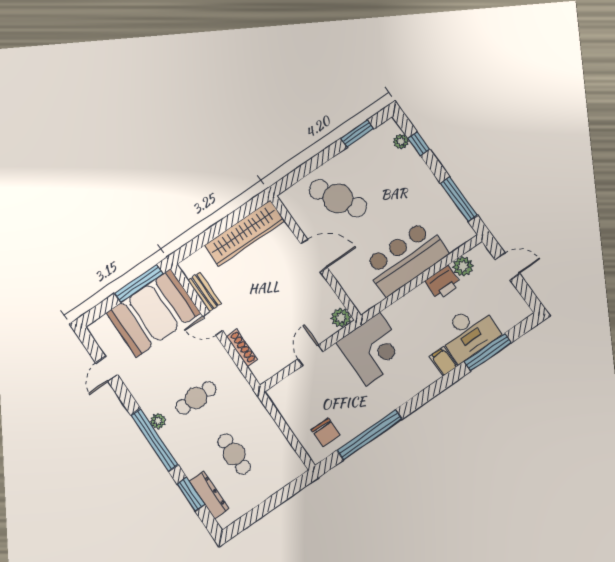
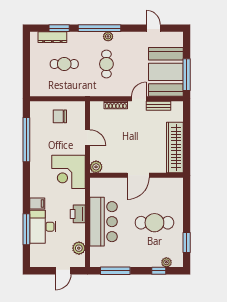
cafe table: (338, 198) -> (154, 223), moved, turned 30
printer: (443, 282) -> (78, 214), moved
chair: (326, 432) -> (60, 116), moved

